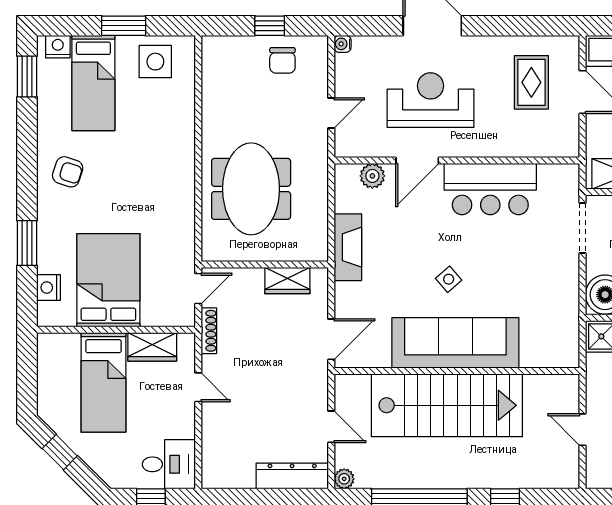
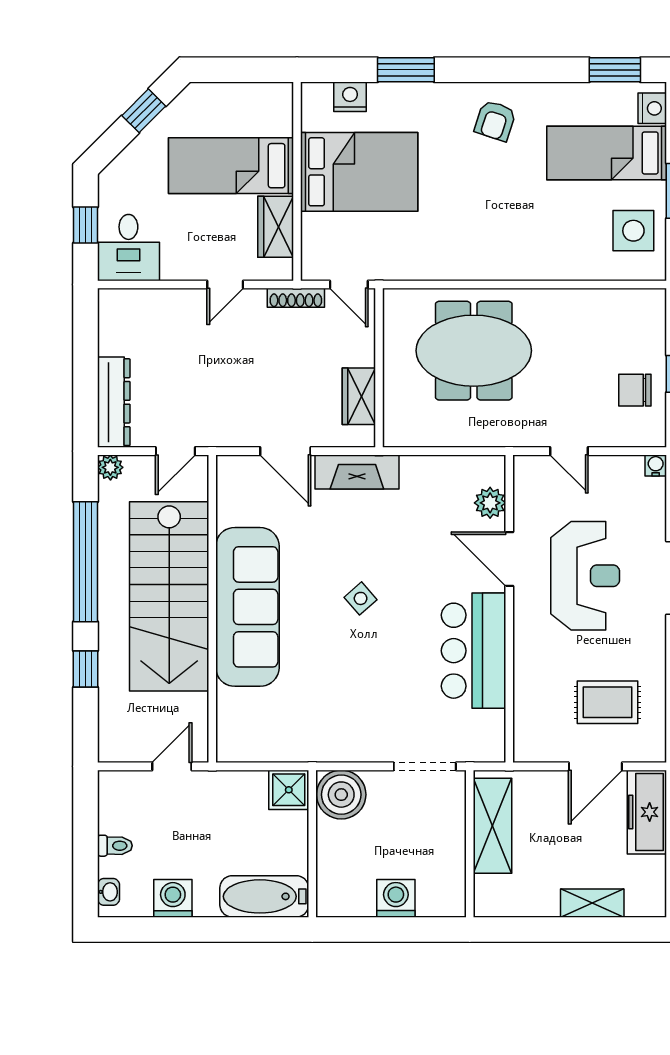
fireplace: (348, 247) -> (357, 472), moved
sofa: (455, 343) -> (247, 607), moved
wall: (457, 371) -> (212, 609), moved
stairs: (447, 405) -> (169, 596), moved

